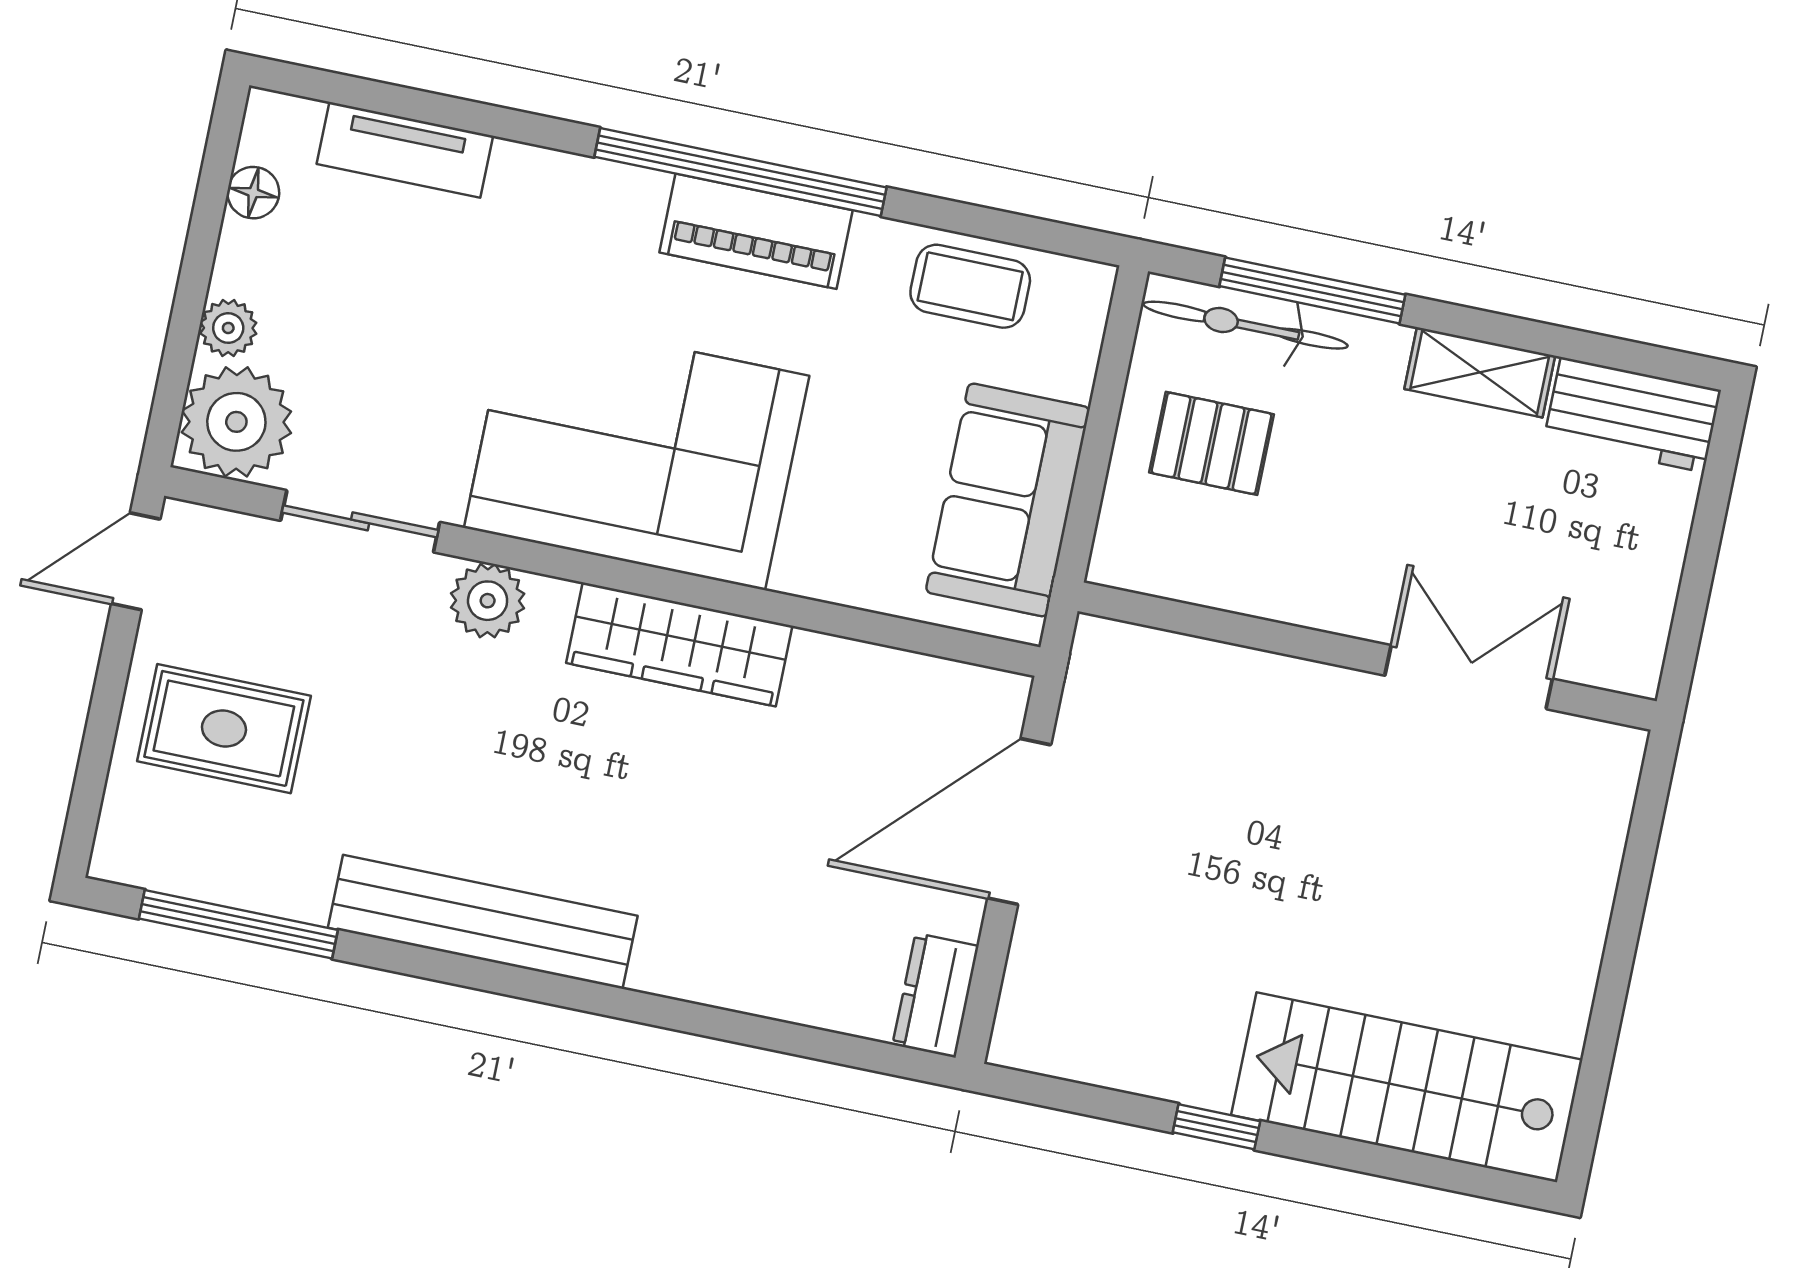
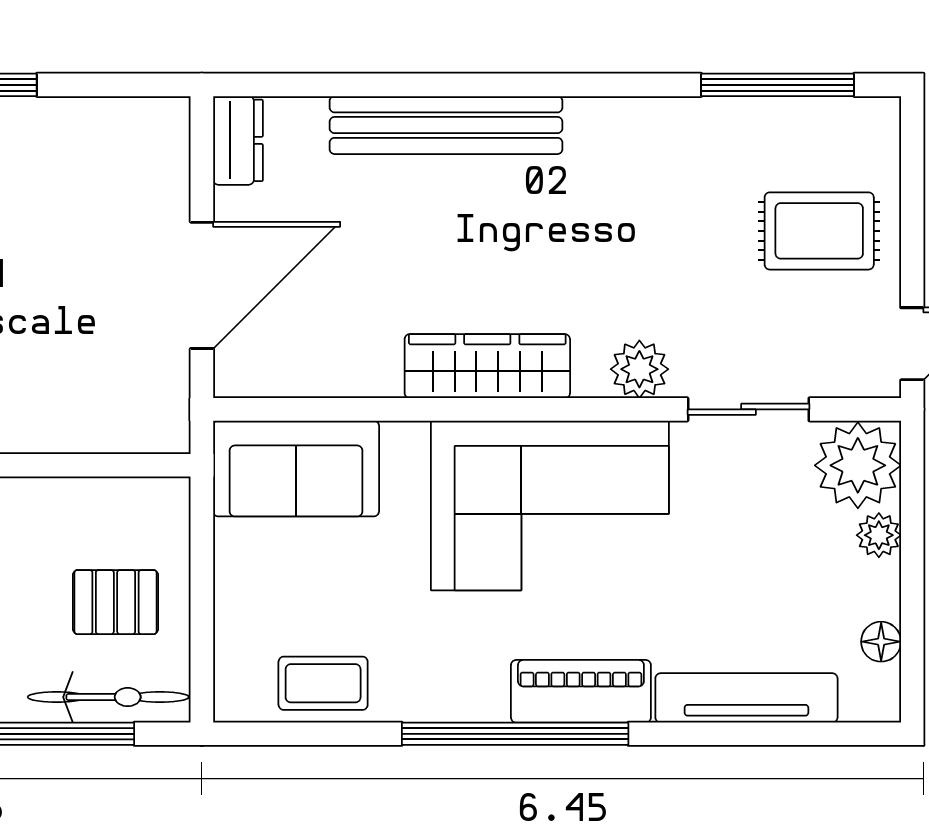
tv unit: (405, 150) -> (746, 698), width x1.41
piano: (756, 231) -> (581, 691), moved
sofa: (1008, 500) -> (296, 469), moved, turned 90
bench: (483, 922) -> (446, 125), moved

